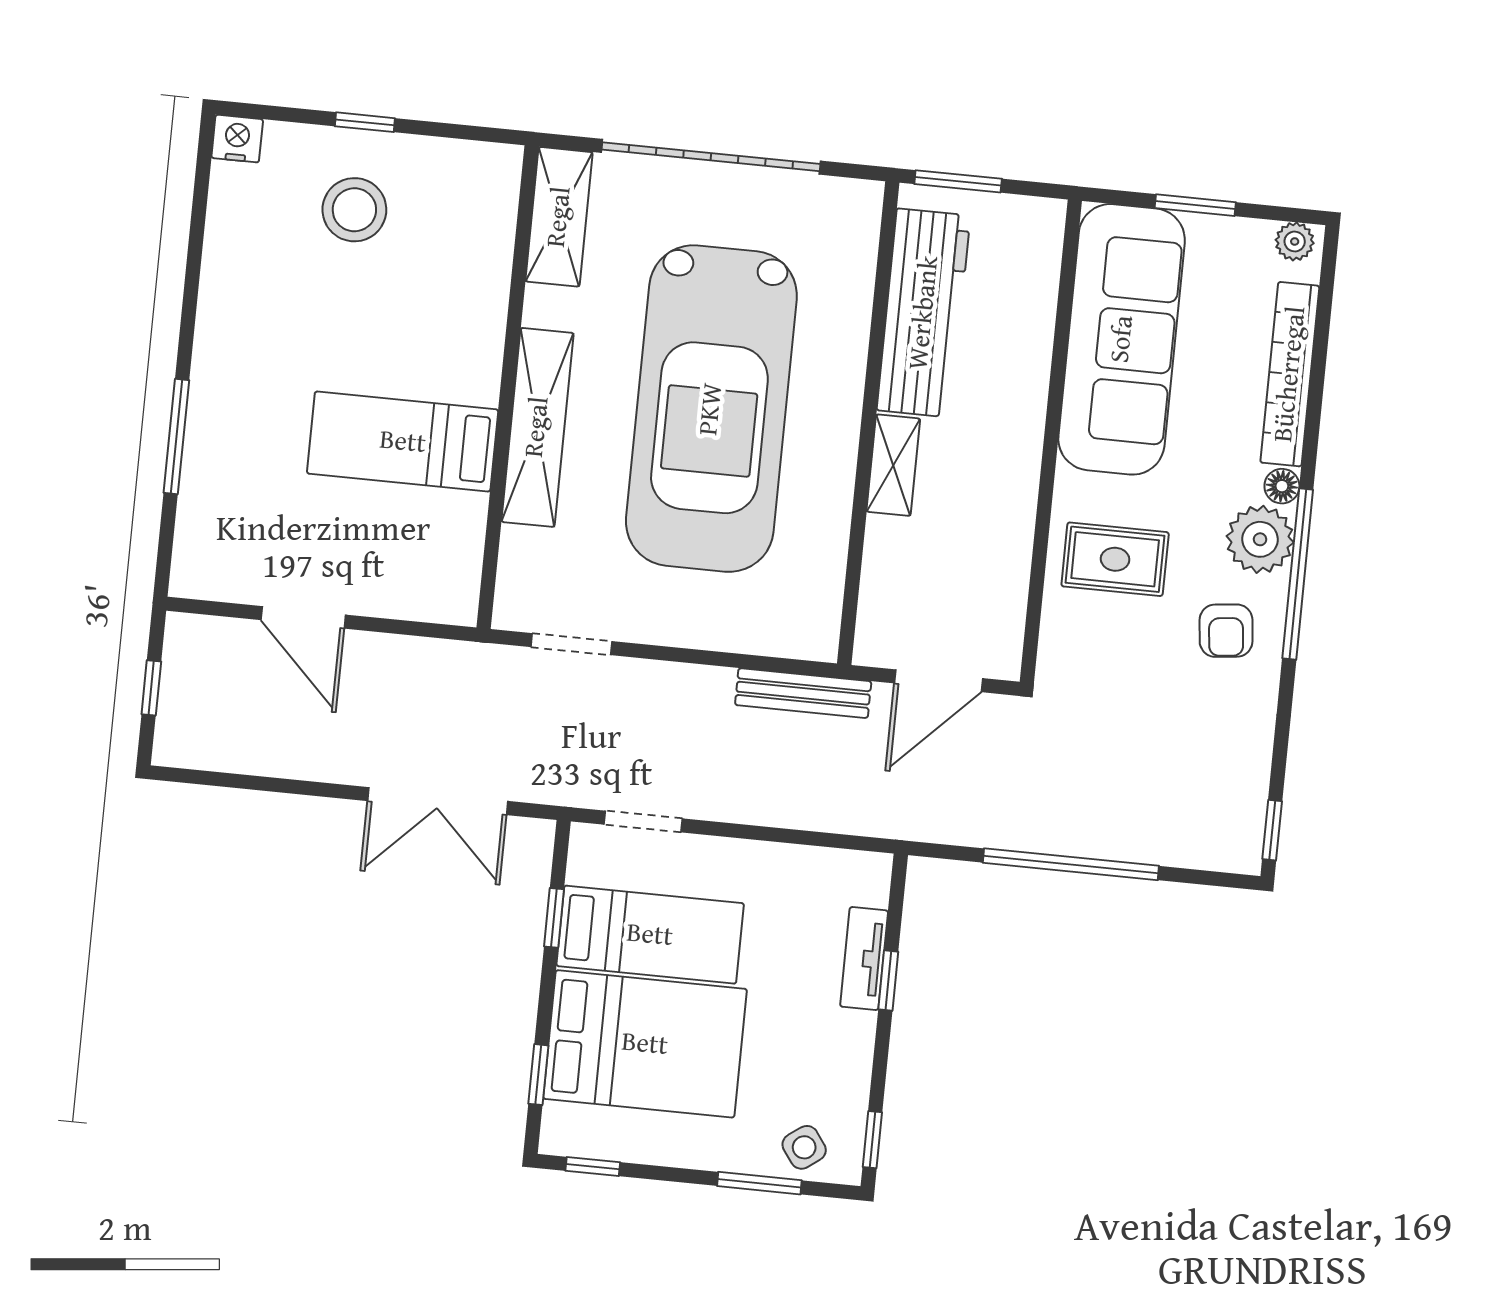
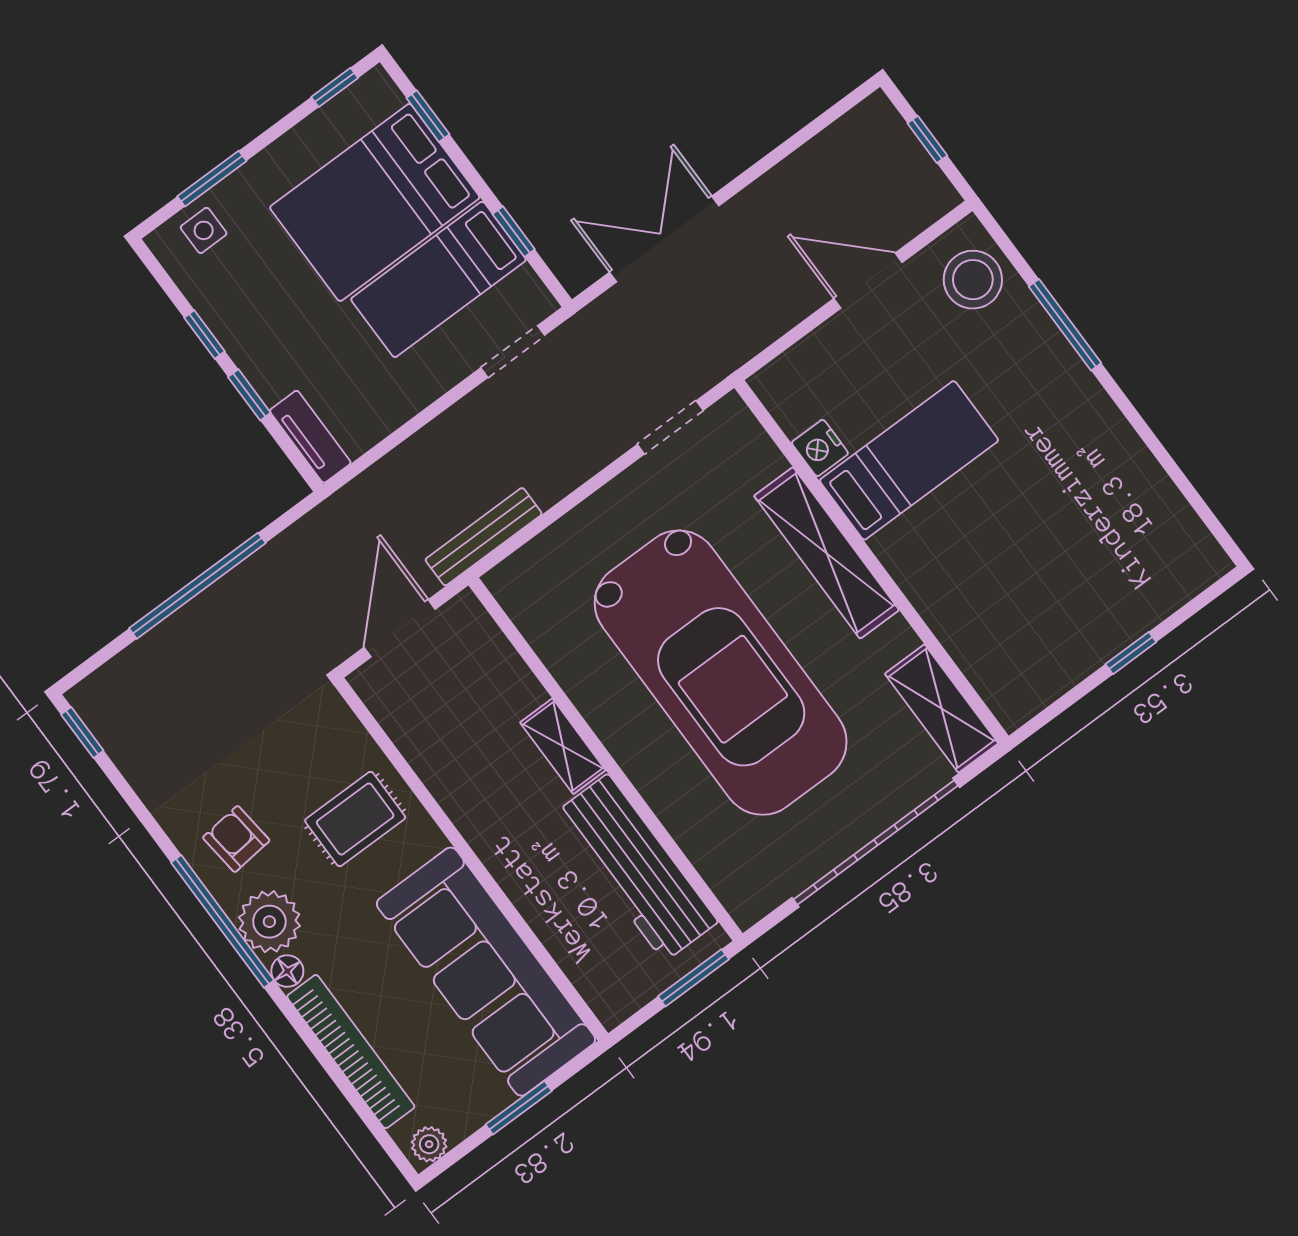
nightstand: (237, 139) -> (820, 448), moved, turned 90
stool: (354, 210) -> (973, 280), moved
car: (711, 409) -> (721, 673), turned 180
tv unit: (864, 959) -> (310, 437), moved
window: (872, 1140) -> (205, 335), moved
side table: (804, 1147) -> (204, 230), turned 36

